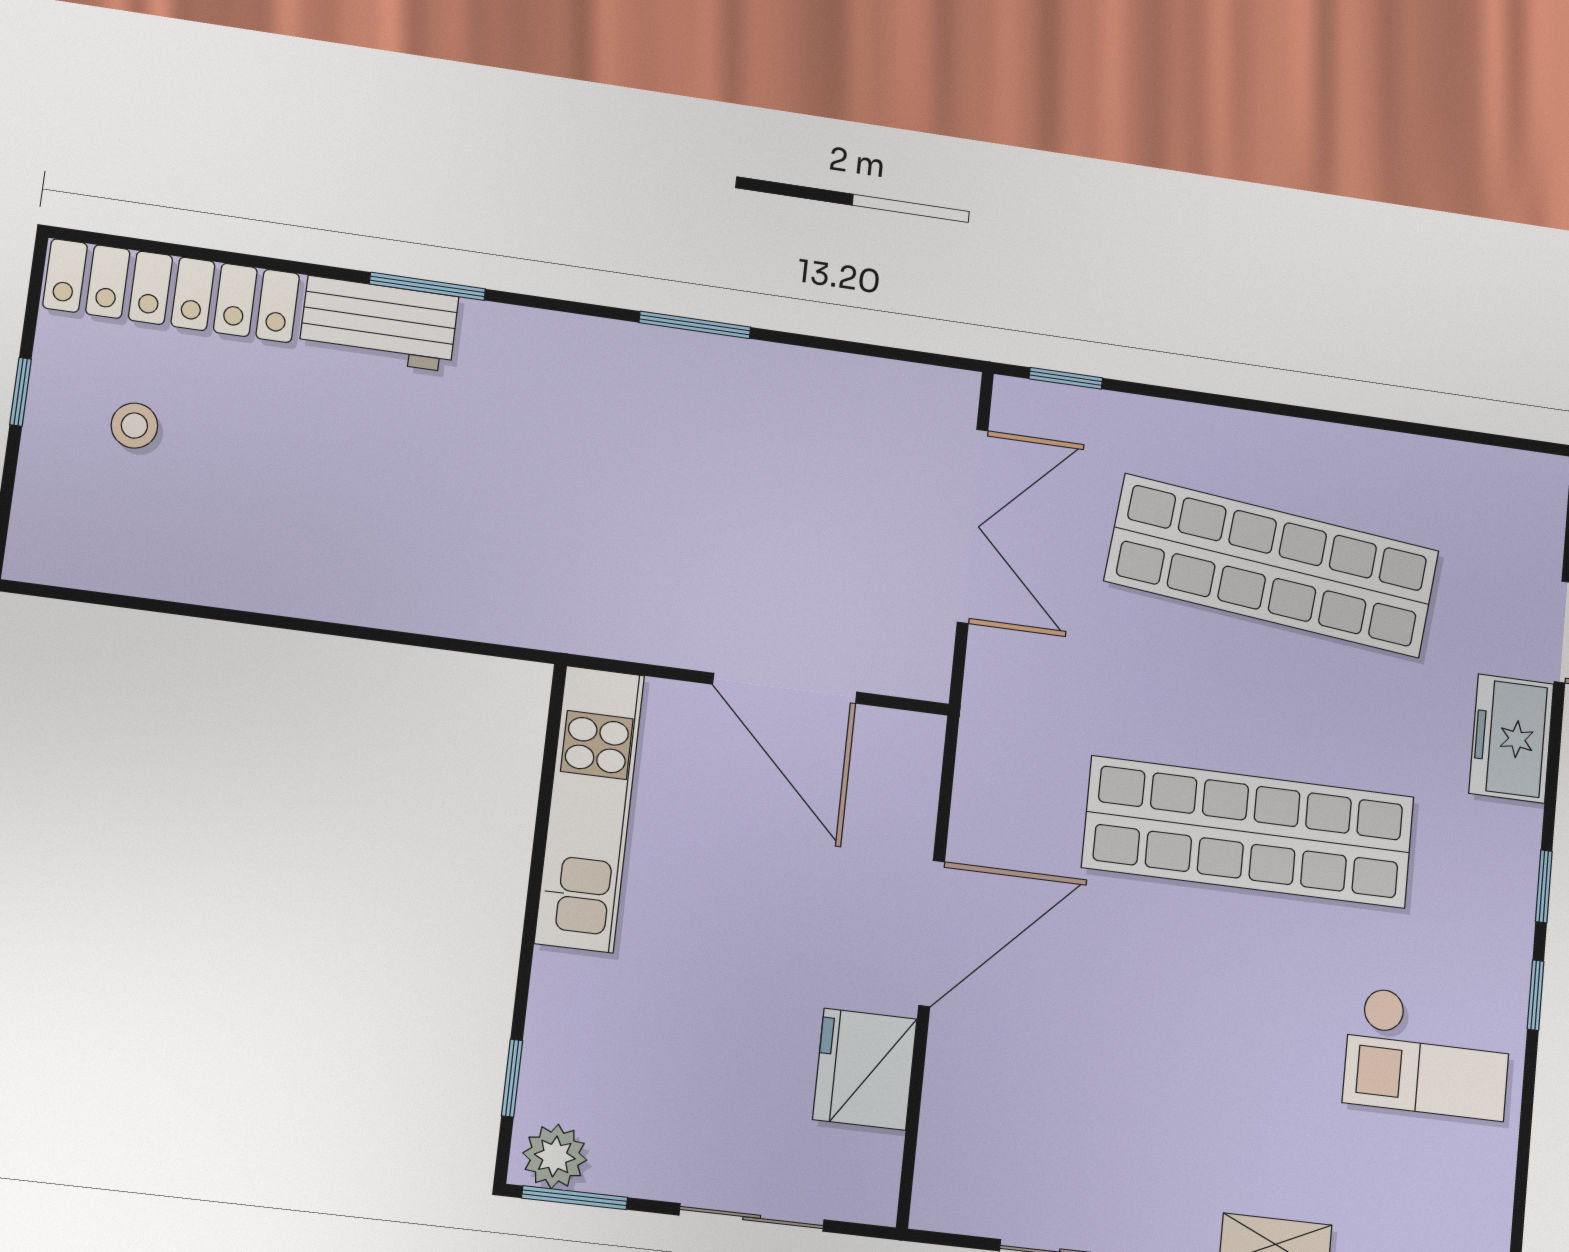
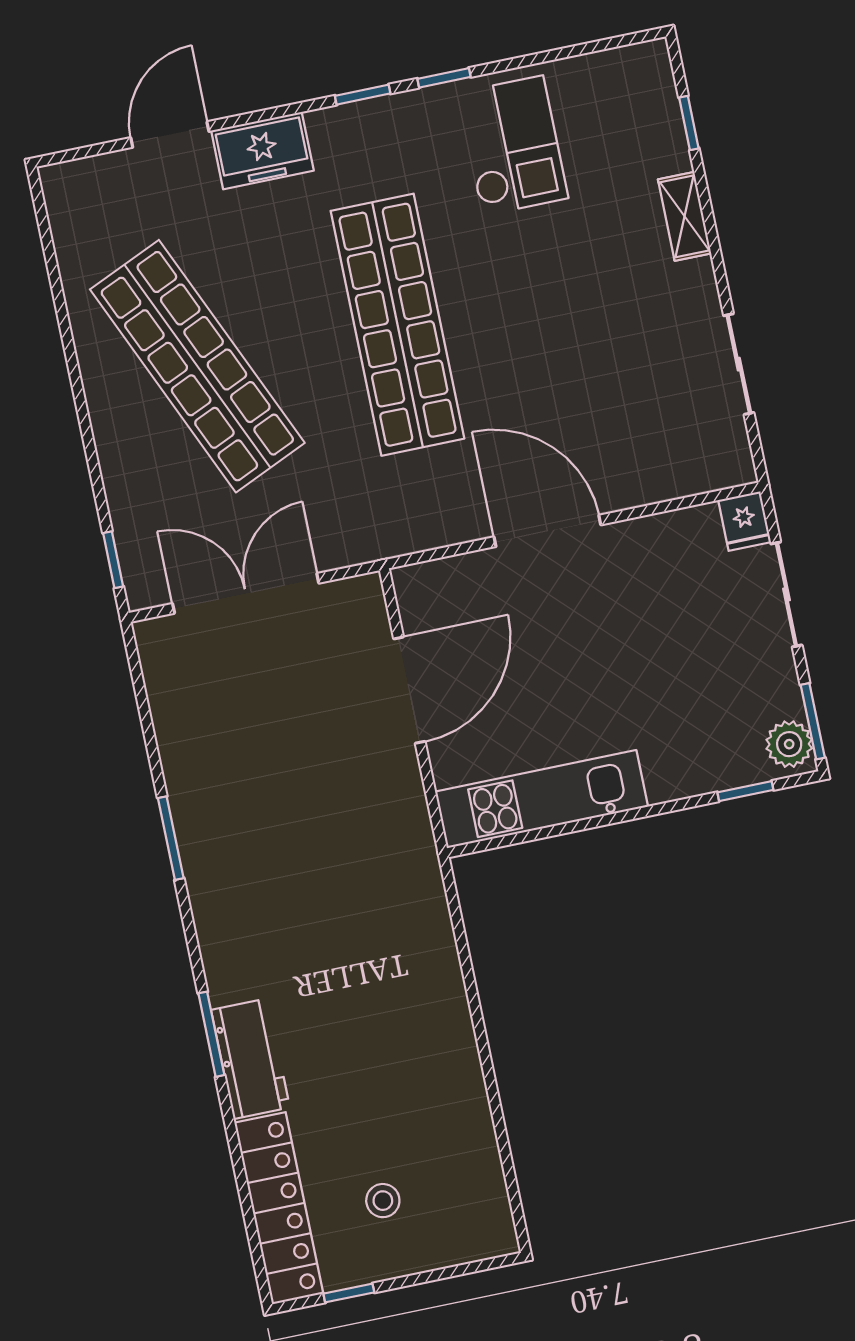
window: (21, 392) -> (349, 1293), moved
shop shelf: (1272, 566) -> (197, 366), turned -30
fridge: (865, 1069) -> (745, 521), moved, width x0.53, depth x0.75

